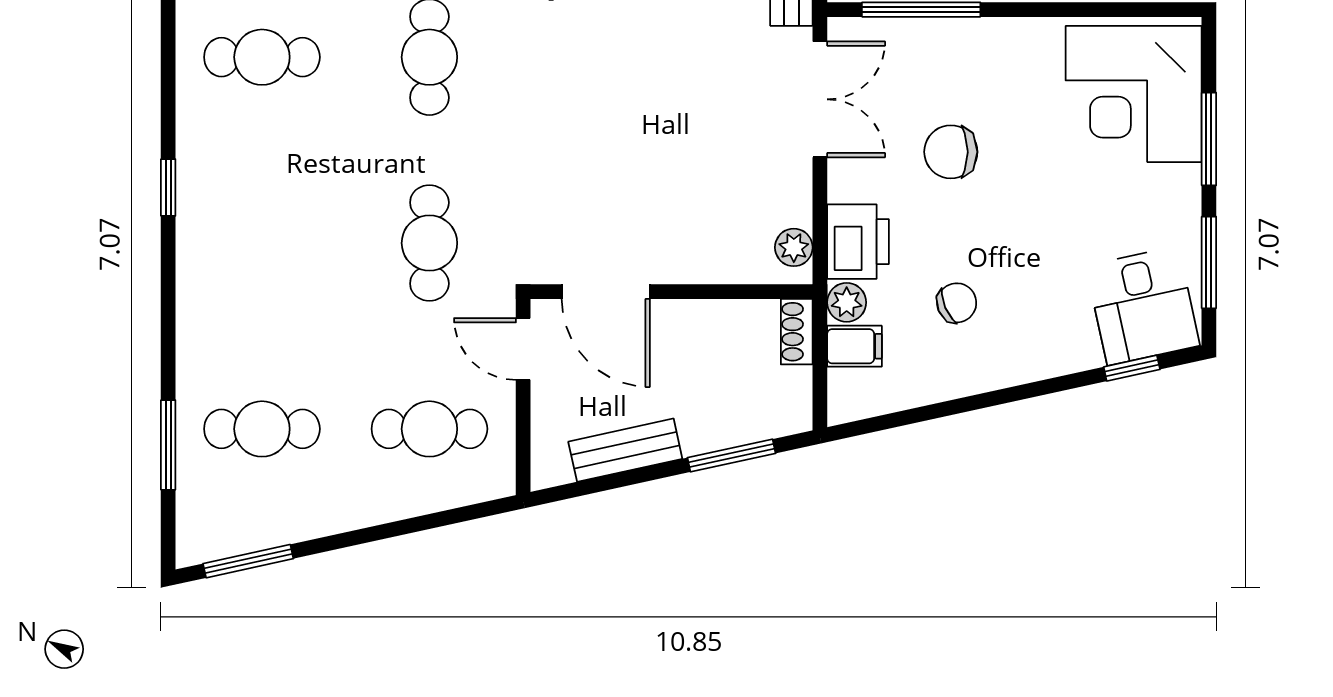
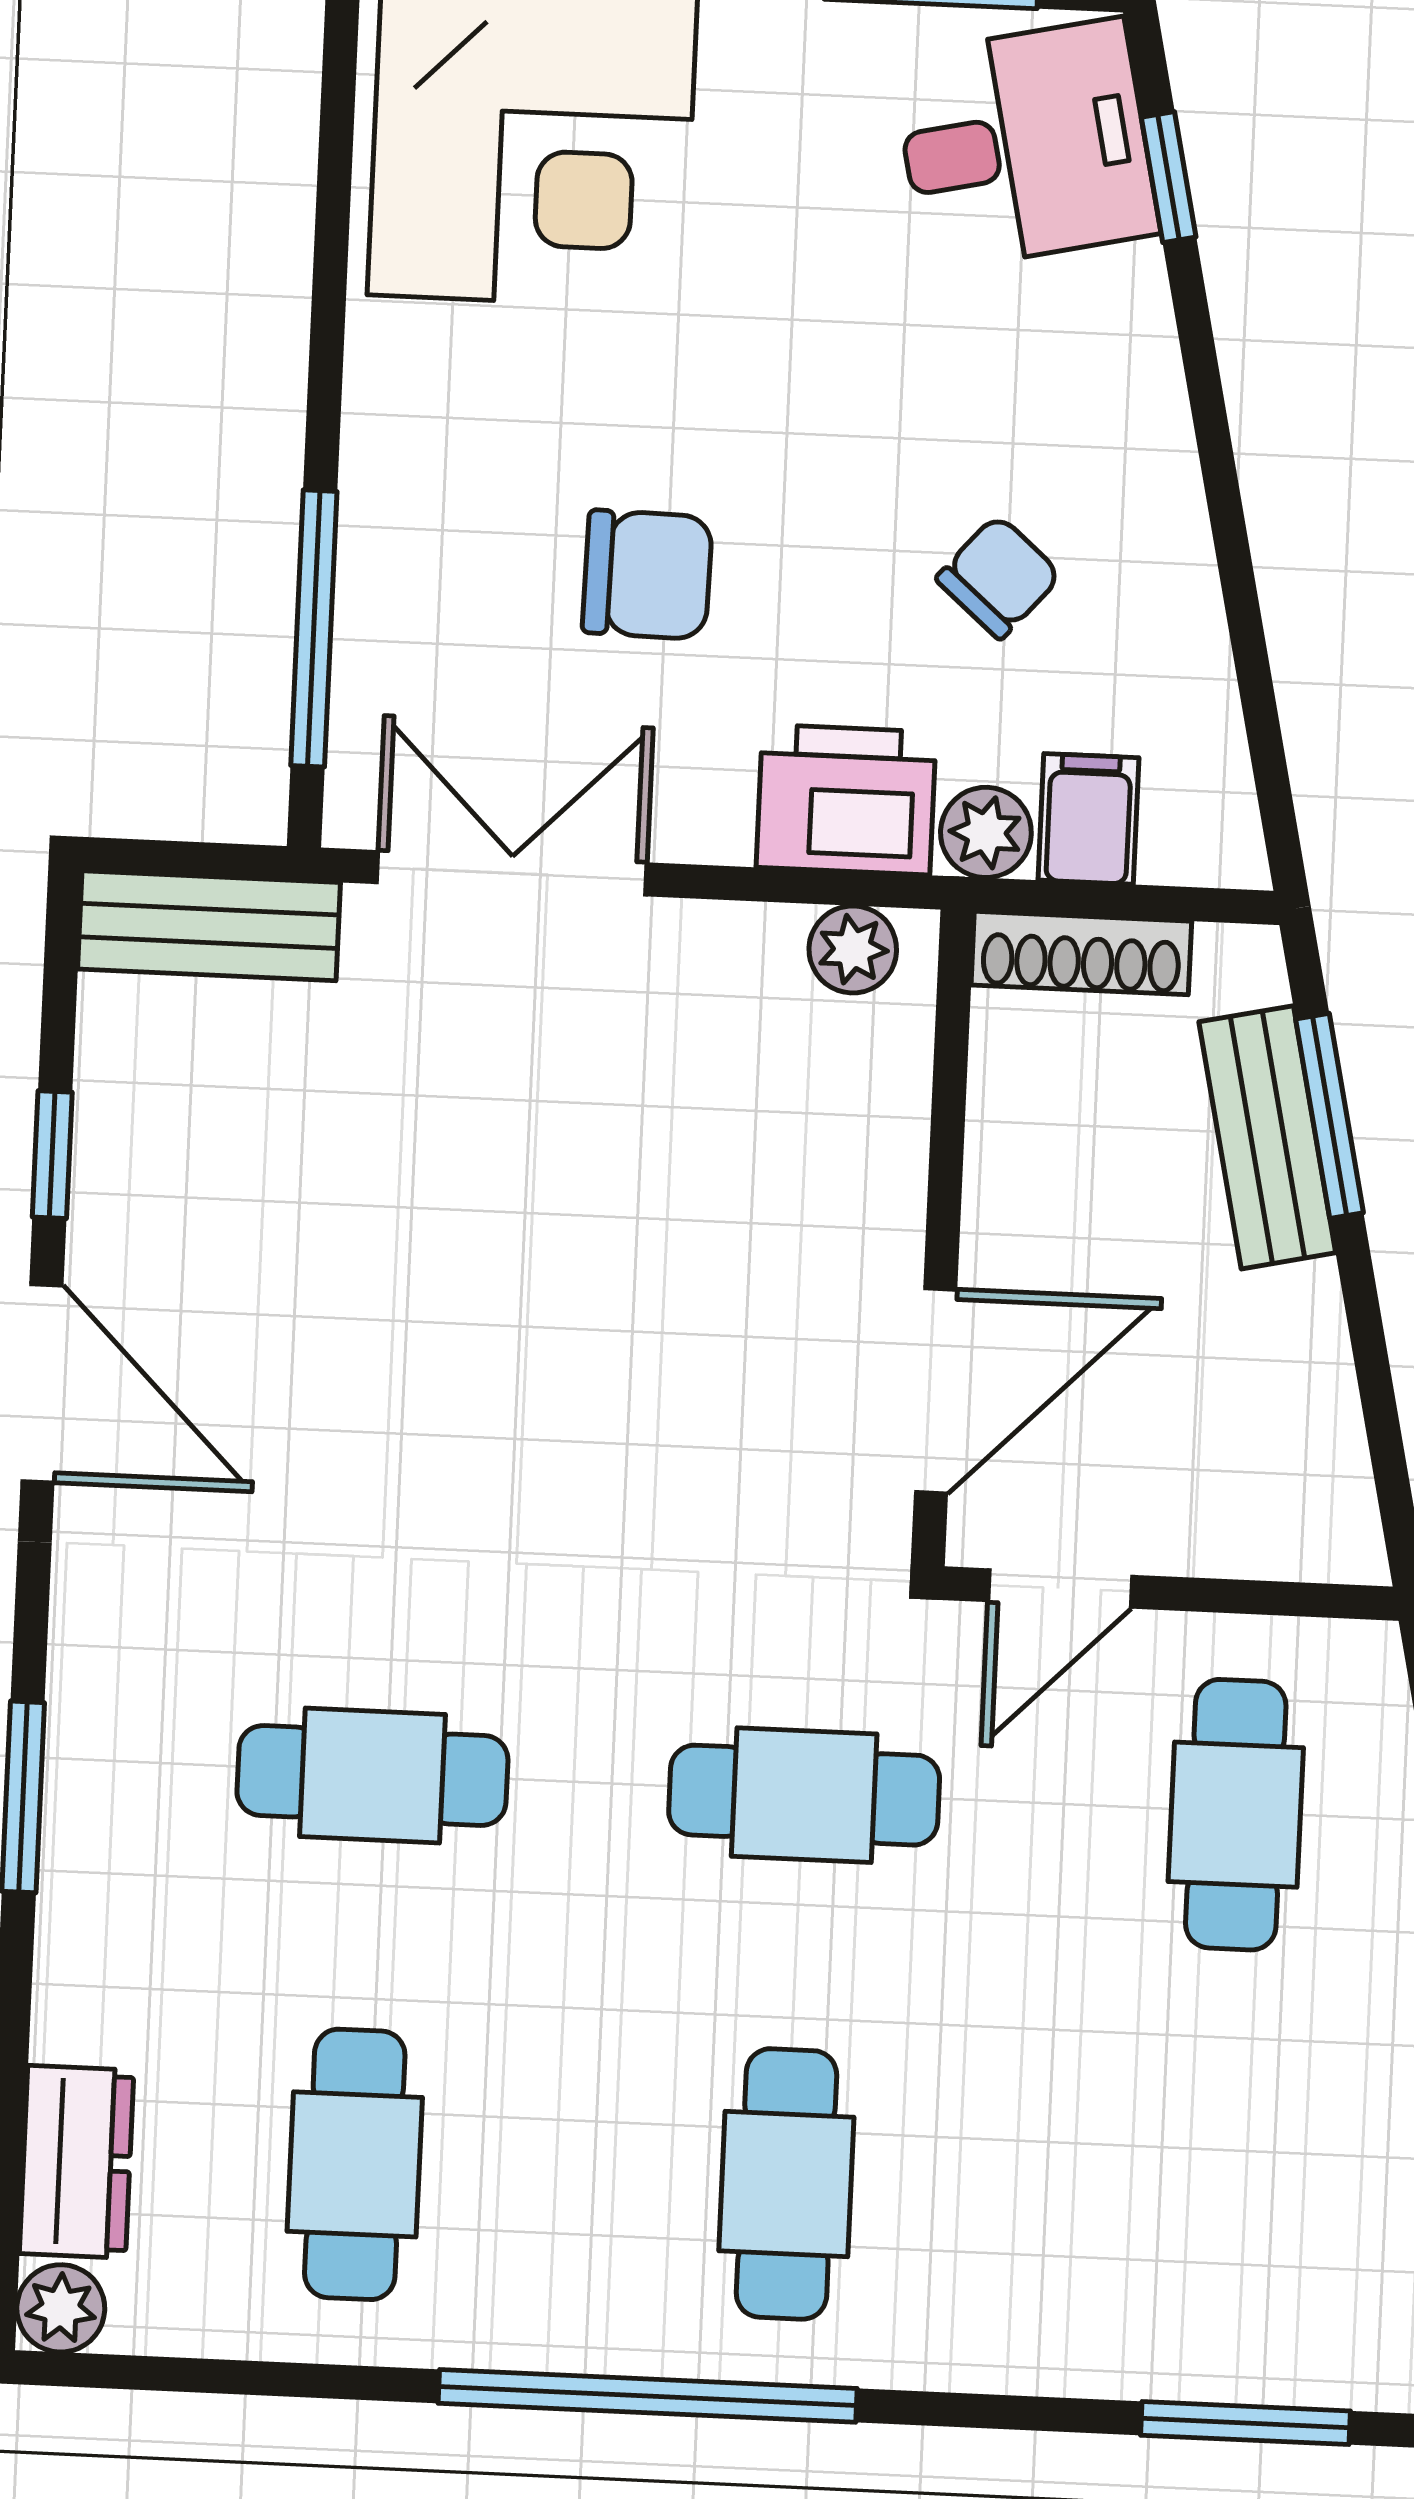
chair: (951, 152) -> (647, 575), turned -89
window: (168, 187) -> (648, 2396), width x3.17
chair: (957, 303) -> (999, 577), turned 64
shoe rack: (797, 332) -> (1081, 953), width x1.43
cafe table: (262, 429) -> (786, 2184), moved
bench: (625, 450) -> (1267, 1137), moved

